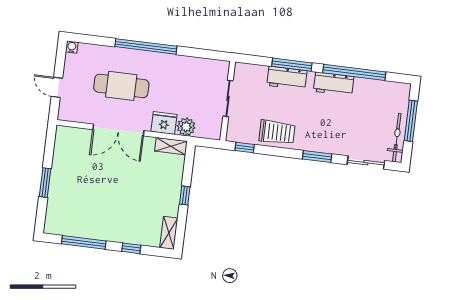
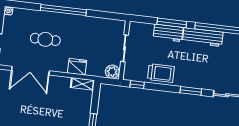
workbench: (334, 84) -> (203, 37), width x1.37
cafe table: (121, 86) -> (45, 39), width x0.73, depth x0.74
plant: (186, 127) -> (112, 72), moved
double door: (118, 130) -> (30, 71), moved

